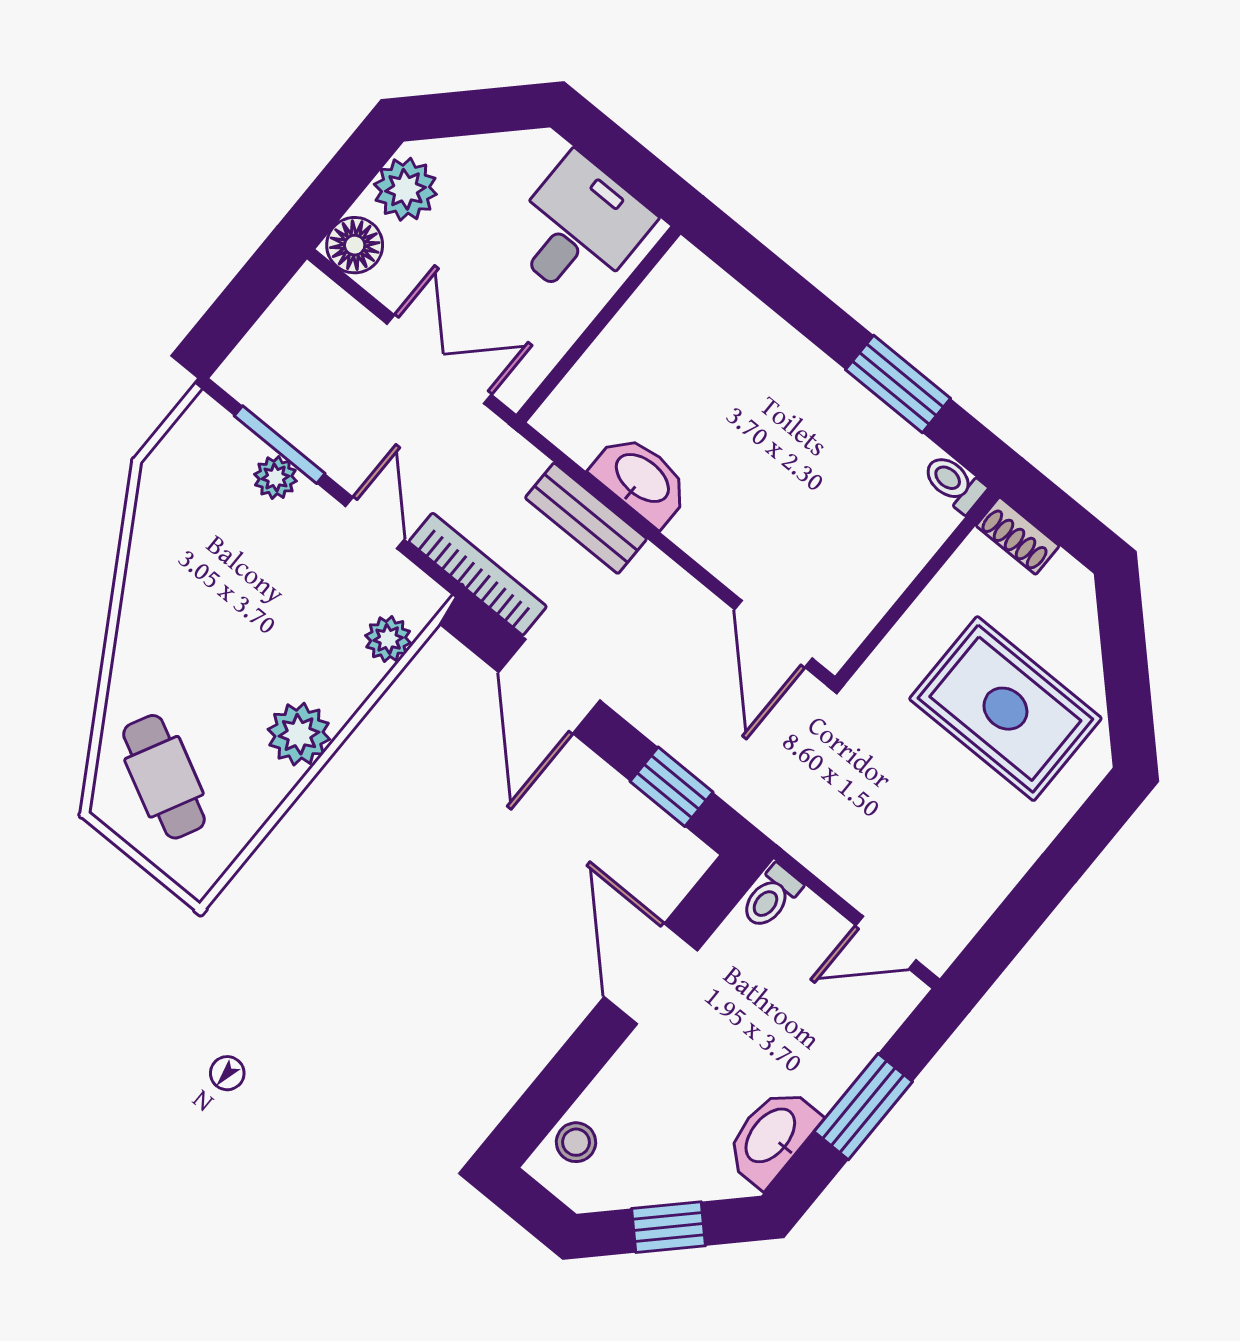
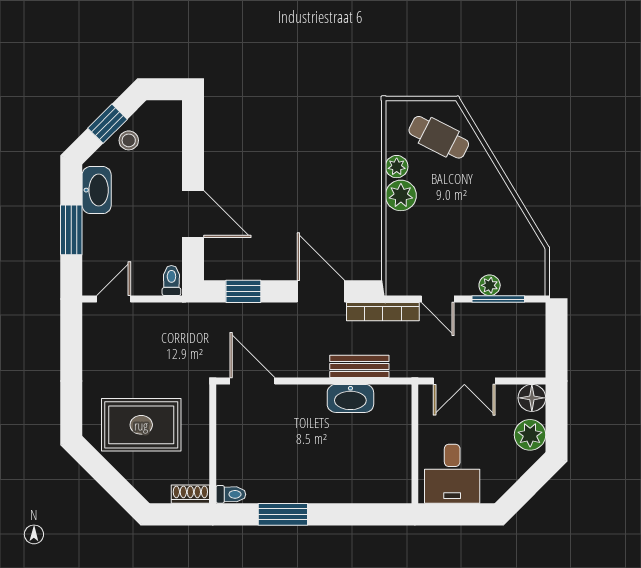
plant: (388, 639) -> (397, 167), moved
stool: (576, 1142) -> (129, 140), moved

